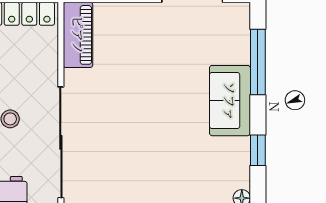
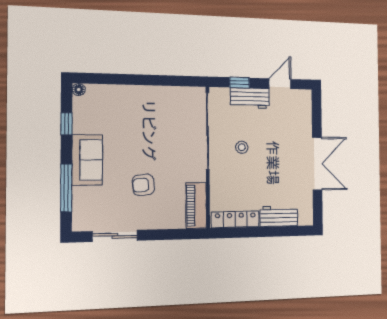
armchair: (153, 65) -> (143, 185), added

